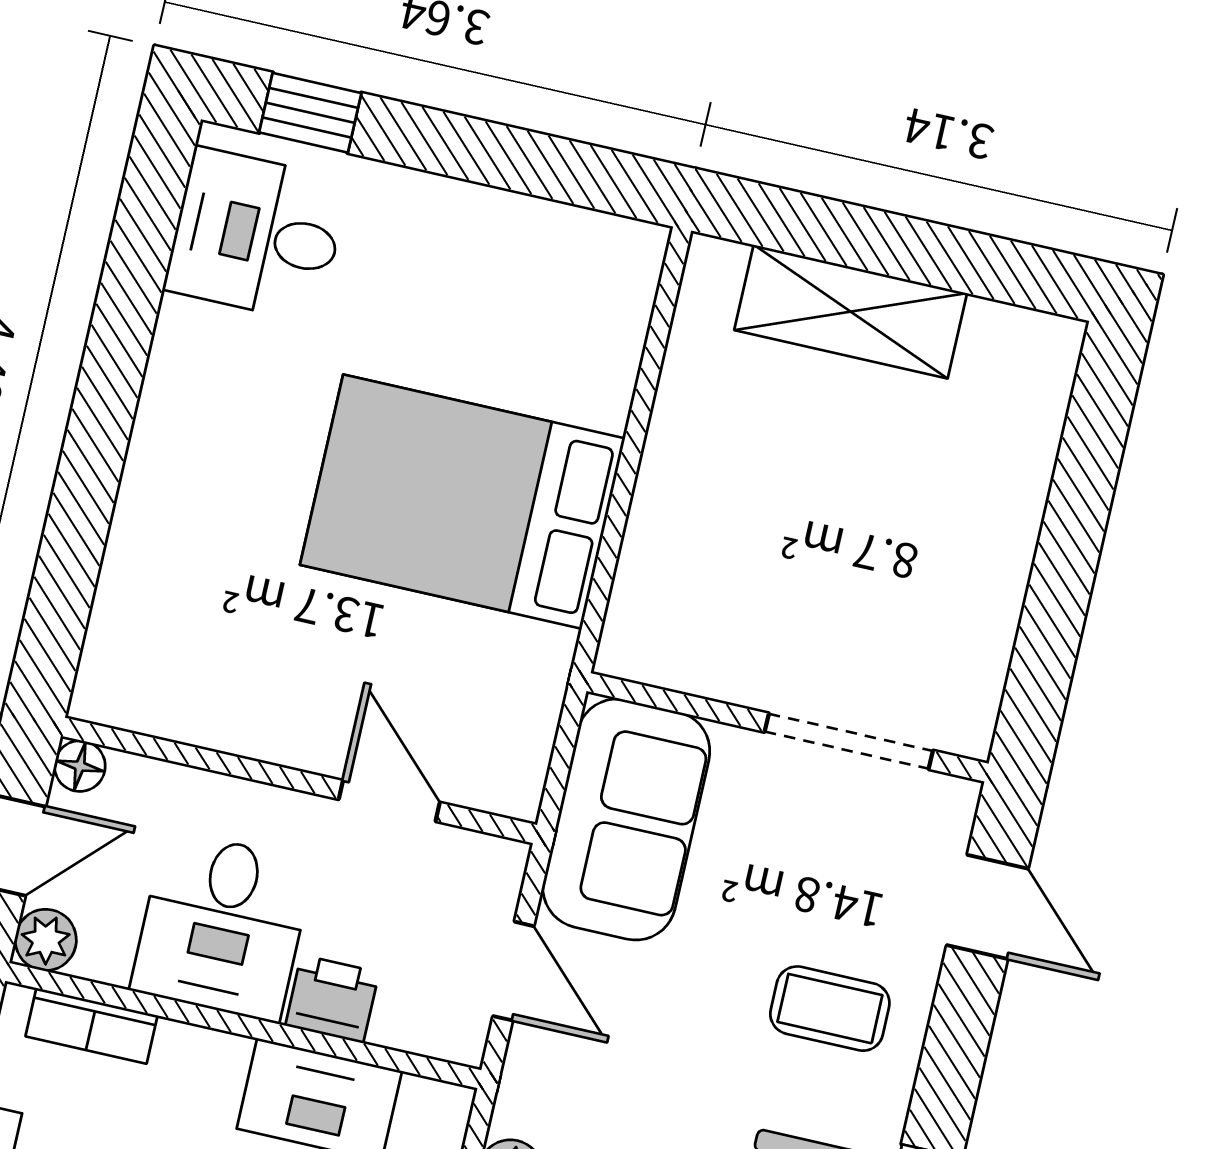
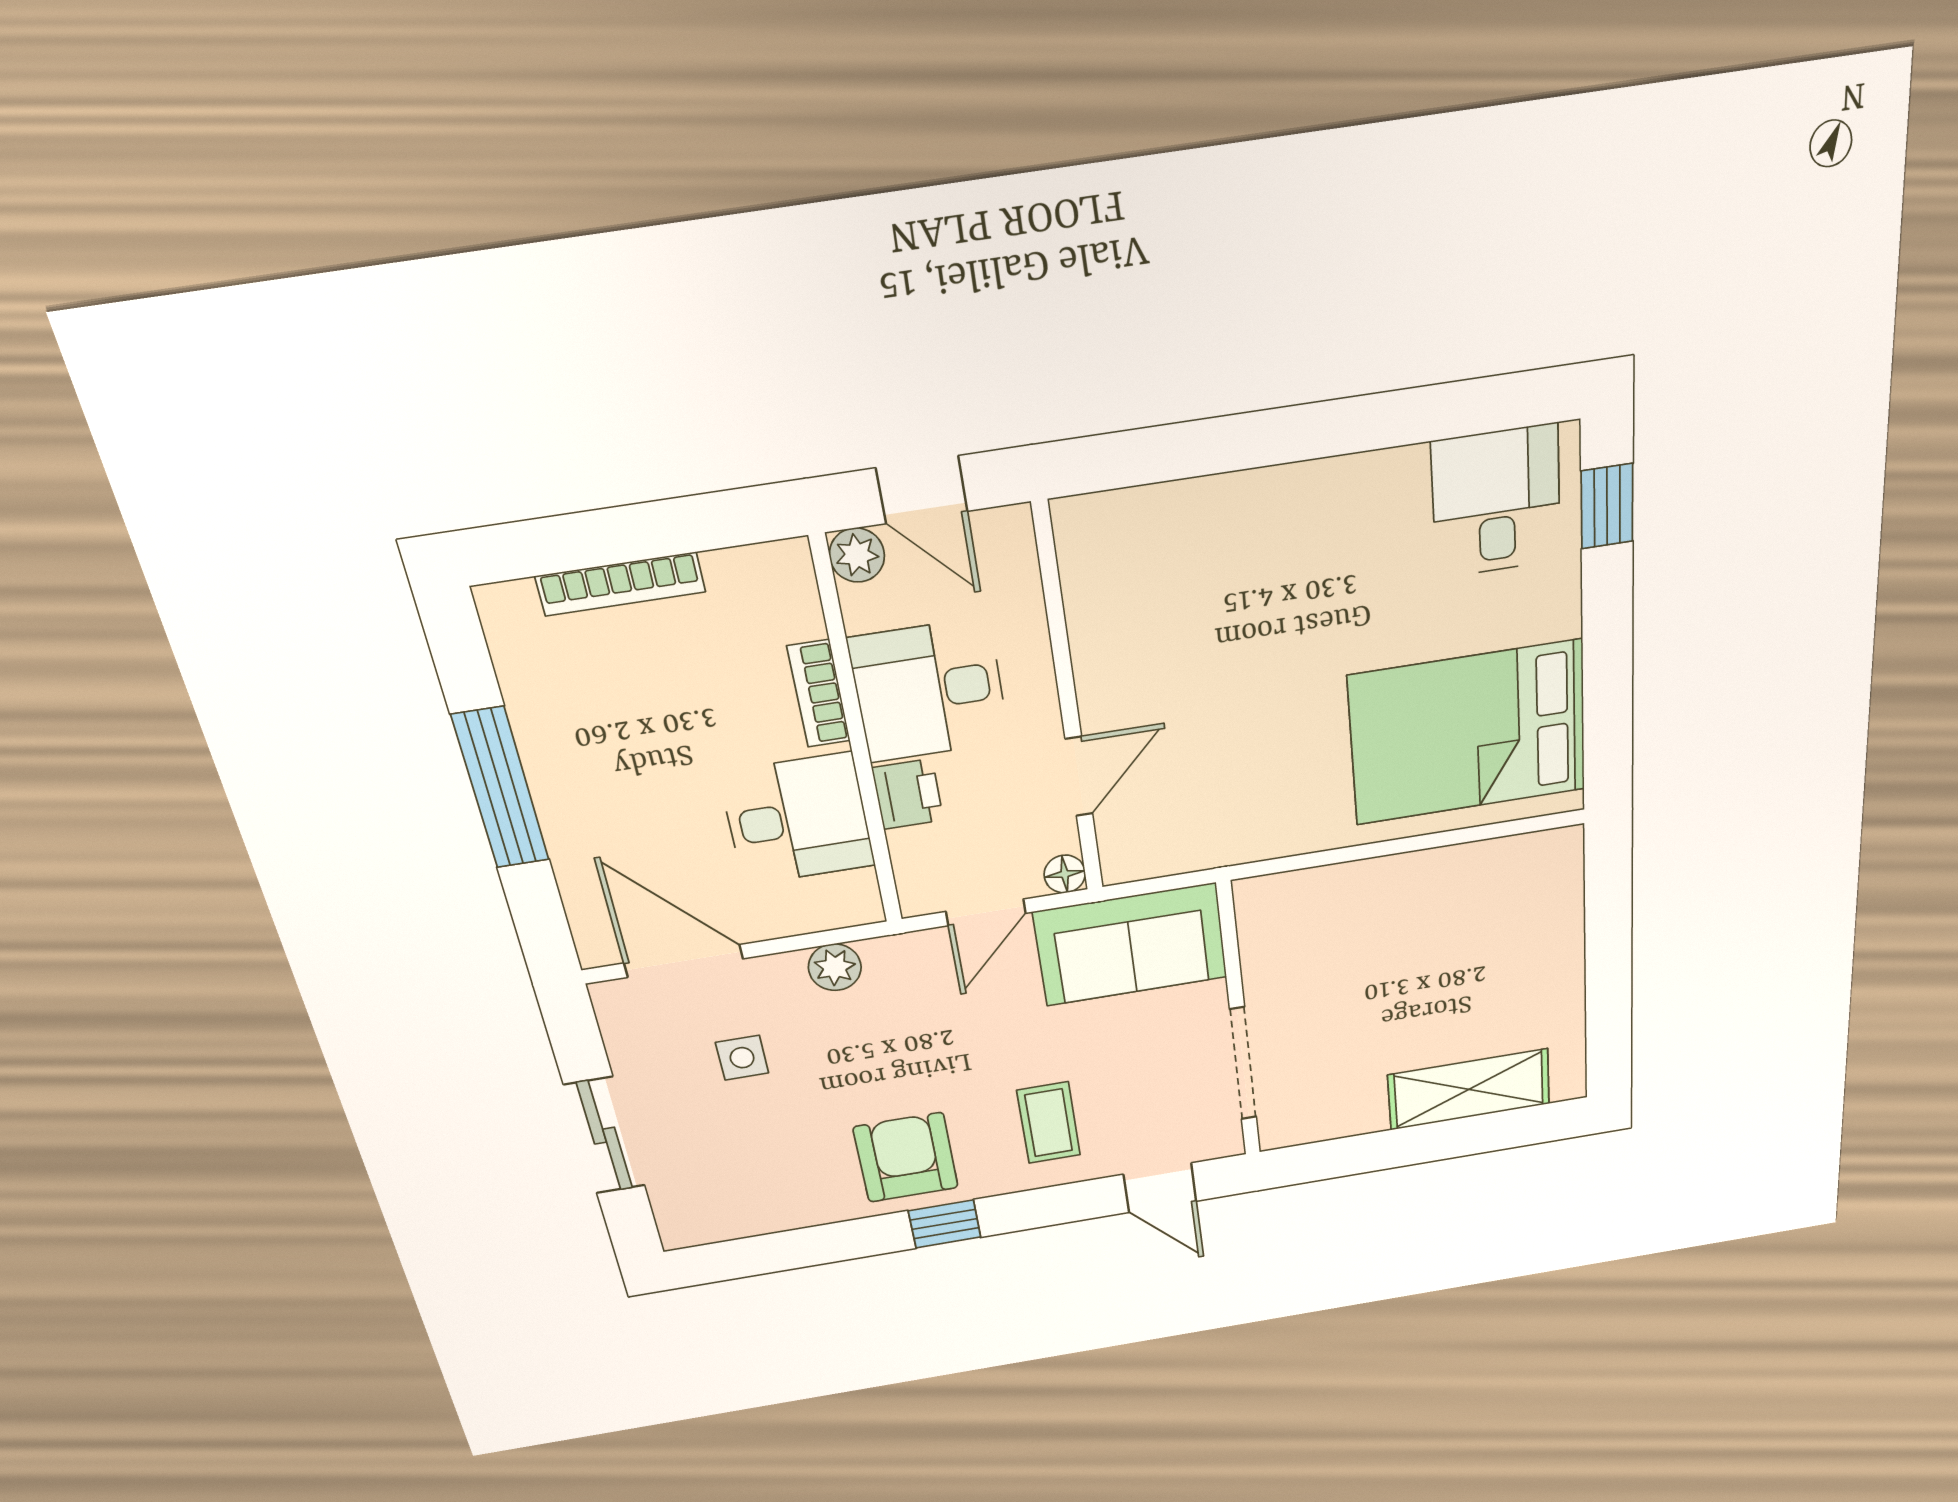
shelving: (851, 312) -> (1469, 1089), moved, turned 90
bed: (462, 502) -> (1468, 733), moved, turned -90
floor lamp: (80, 766) -> (1065, 874), moved
door: (987, 907) -> (1160, 1188), hinge flipped
bookcase: (91, 1026) -> (819, 694), moved

